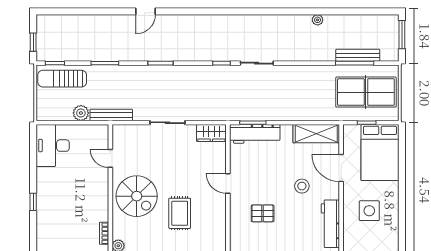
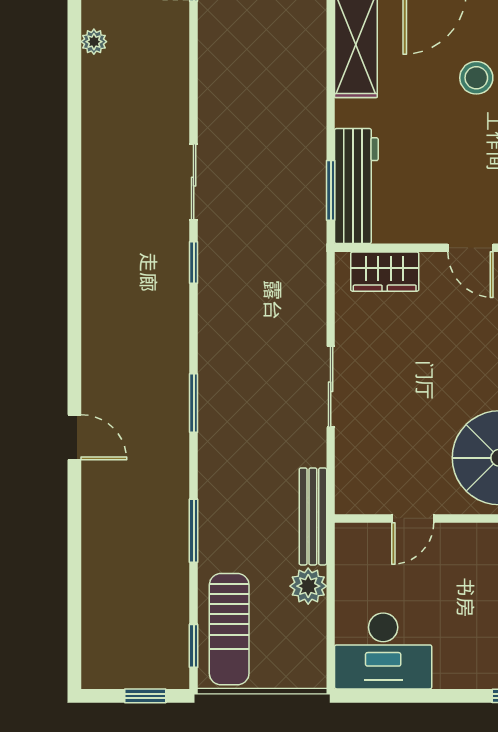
wardrobe: (211, 133) -> (385, 272), moved, turned 90
door: (228, 184) -> (470, 248), hinge flipped

